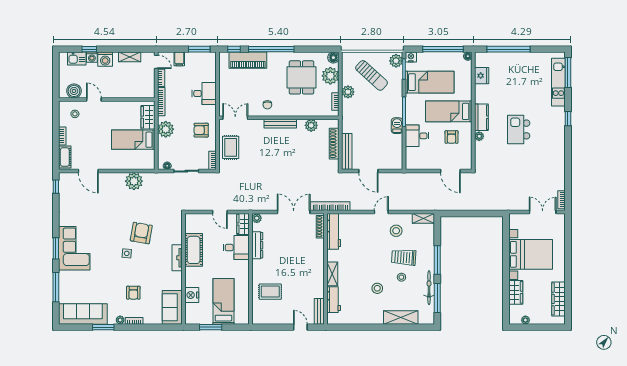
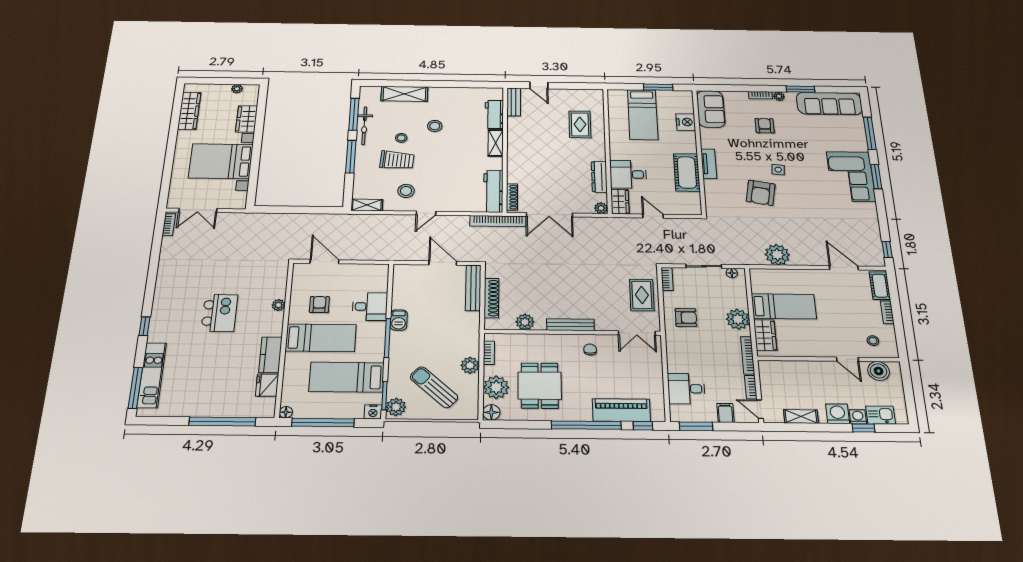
desk: (204, 93) -> (686, 389), moved
kitchen counter: (481, 117) -> (270, 355), moved
rug: (270, 292) -> (580, 124), turned 90

